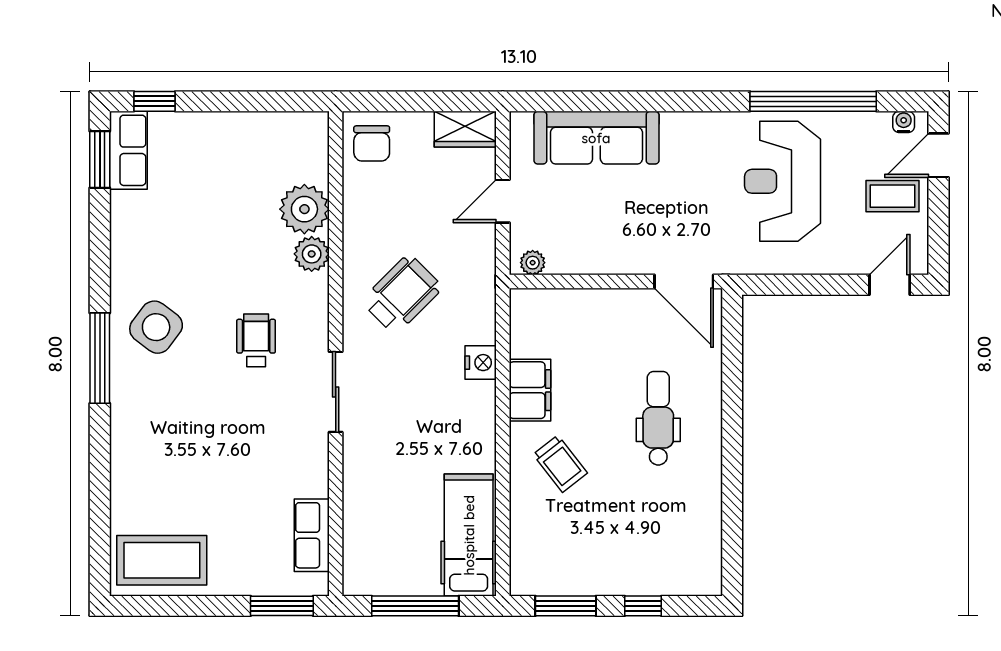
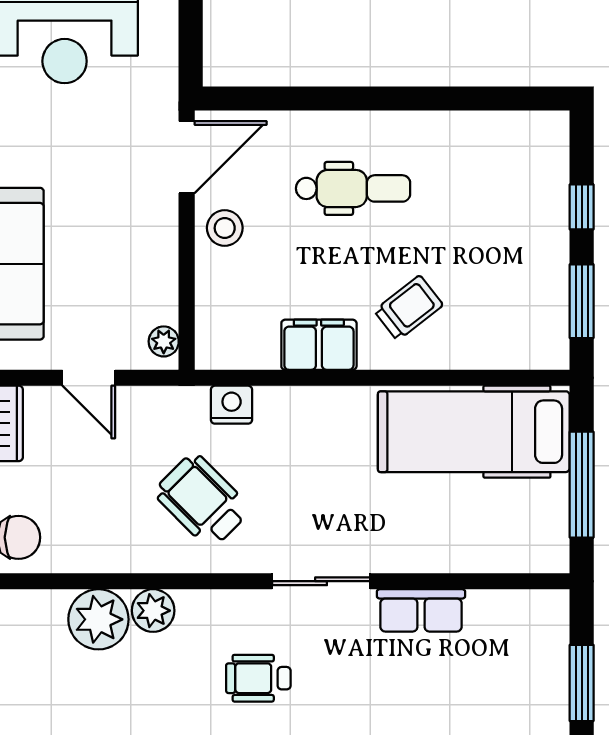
stool: (626, 313) -> (225, 228), added
nightstand: (481, 363) -> (232, 405), moved
dental chair: (658, 418) -> (353, 188), turned 180
row of seats: (312, 535) -> (421, 610), moved
hospital bed: (469, 535) -> (474, 432), width x1.37, depth x1.29
window: (282, 606) -> (582, 683), moved

